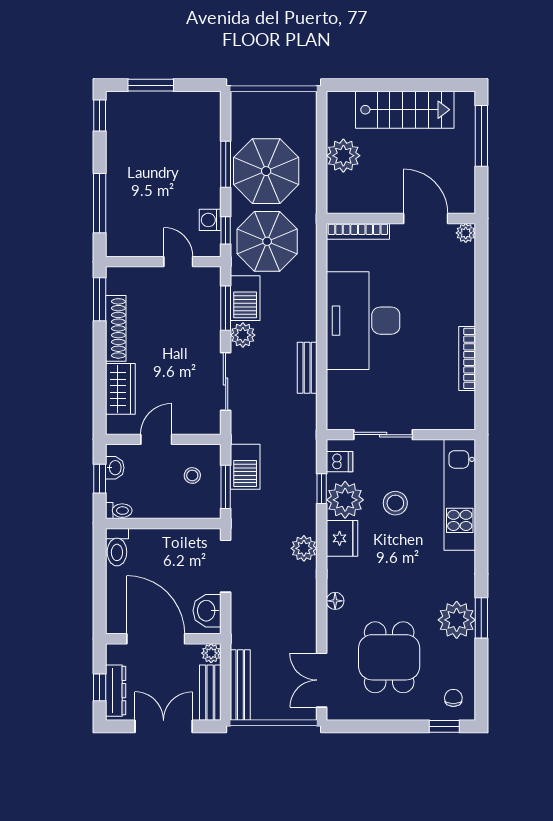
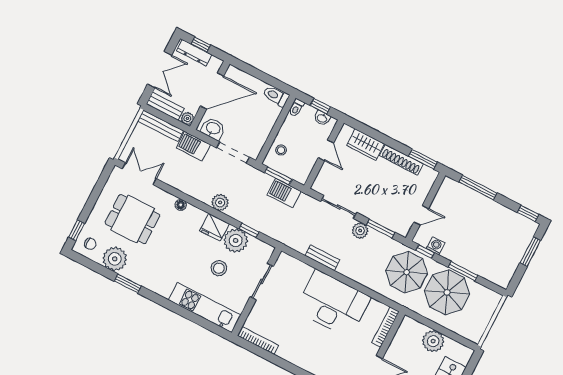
barbecue: (245, 298) -> (193, 146), moved
bookcase: (467, 358) -> (258, 340), moved
dishwasher: (340, 462) -> (259, 249), removed
stool: (192, 475) -> (281, 150), moved
plant: (457, 620) -> (115, 259), moved

